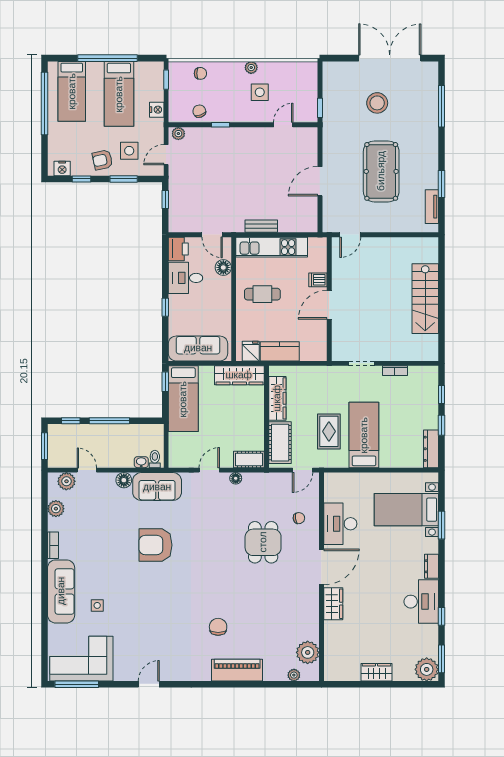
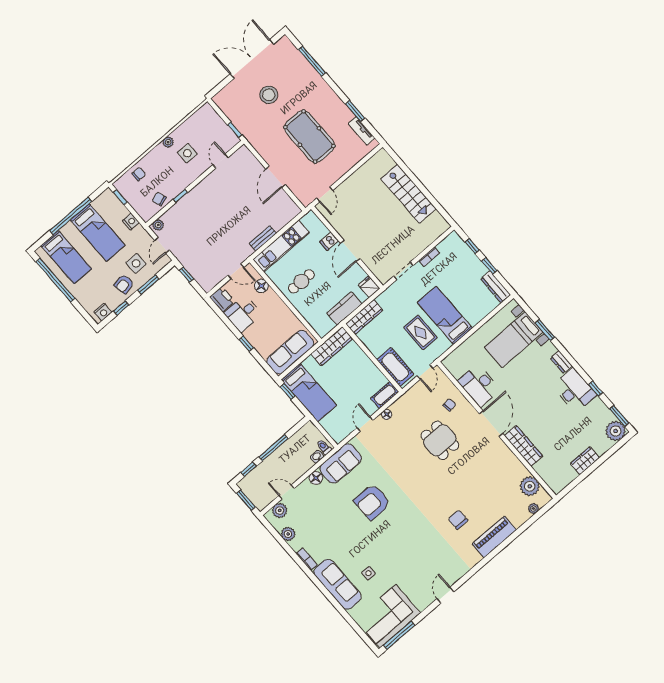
fridge: (251, 351) -> (369, 287), moved
wardrobe: (277, 398) -> (364, 317), moved, turned 90
wardrobe: (333, 604) -> (524, 446), width x1.50

